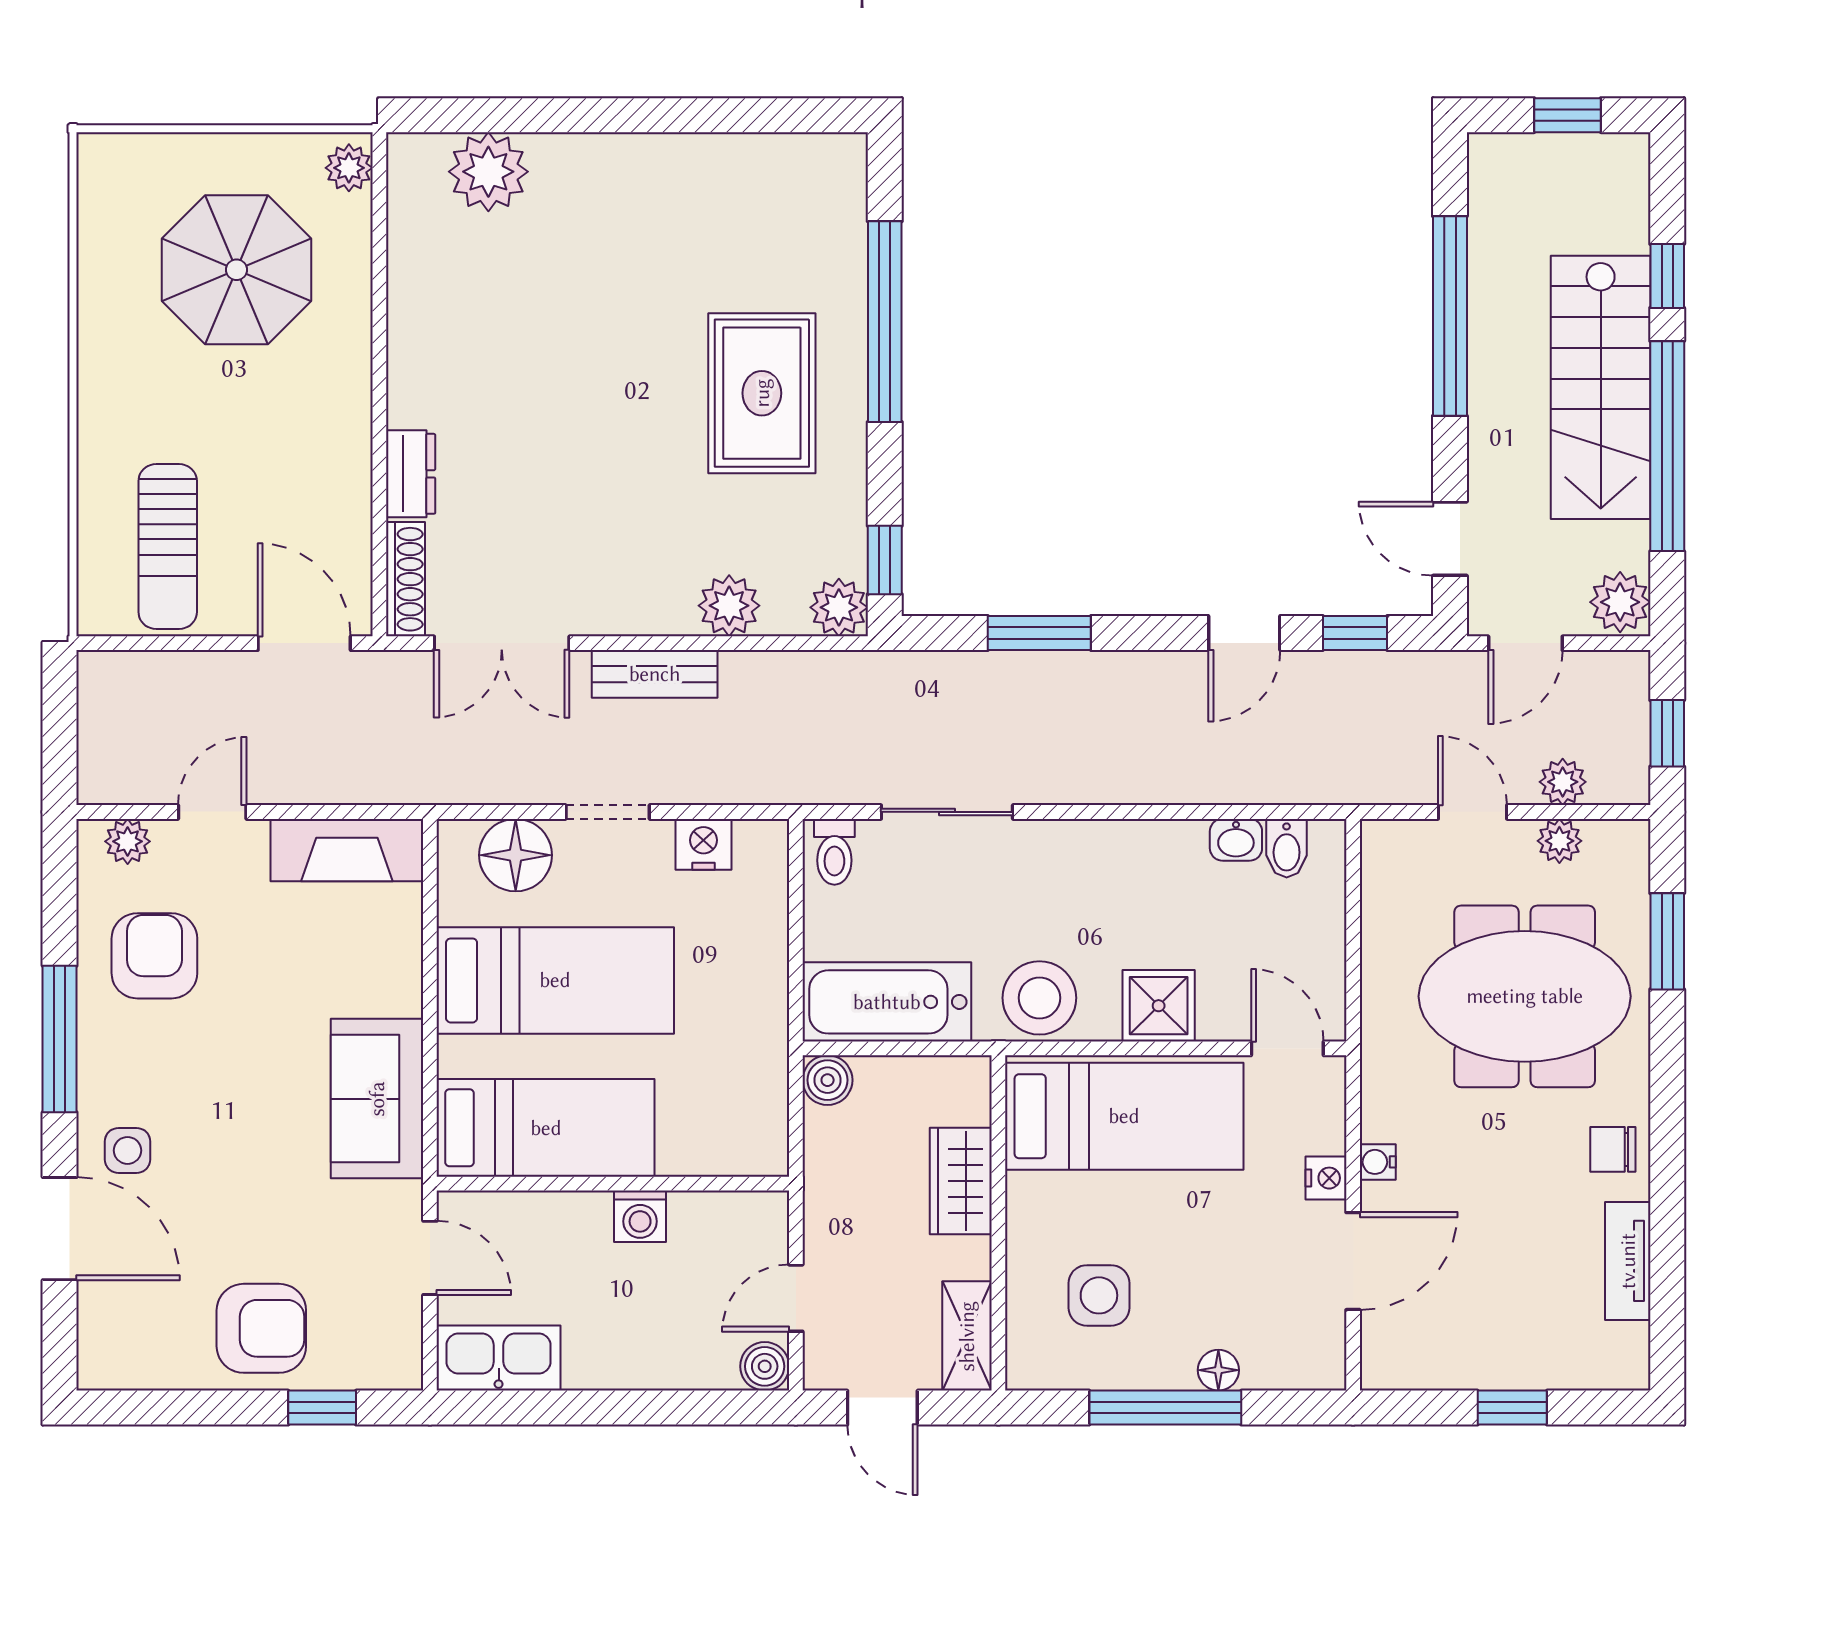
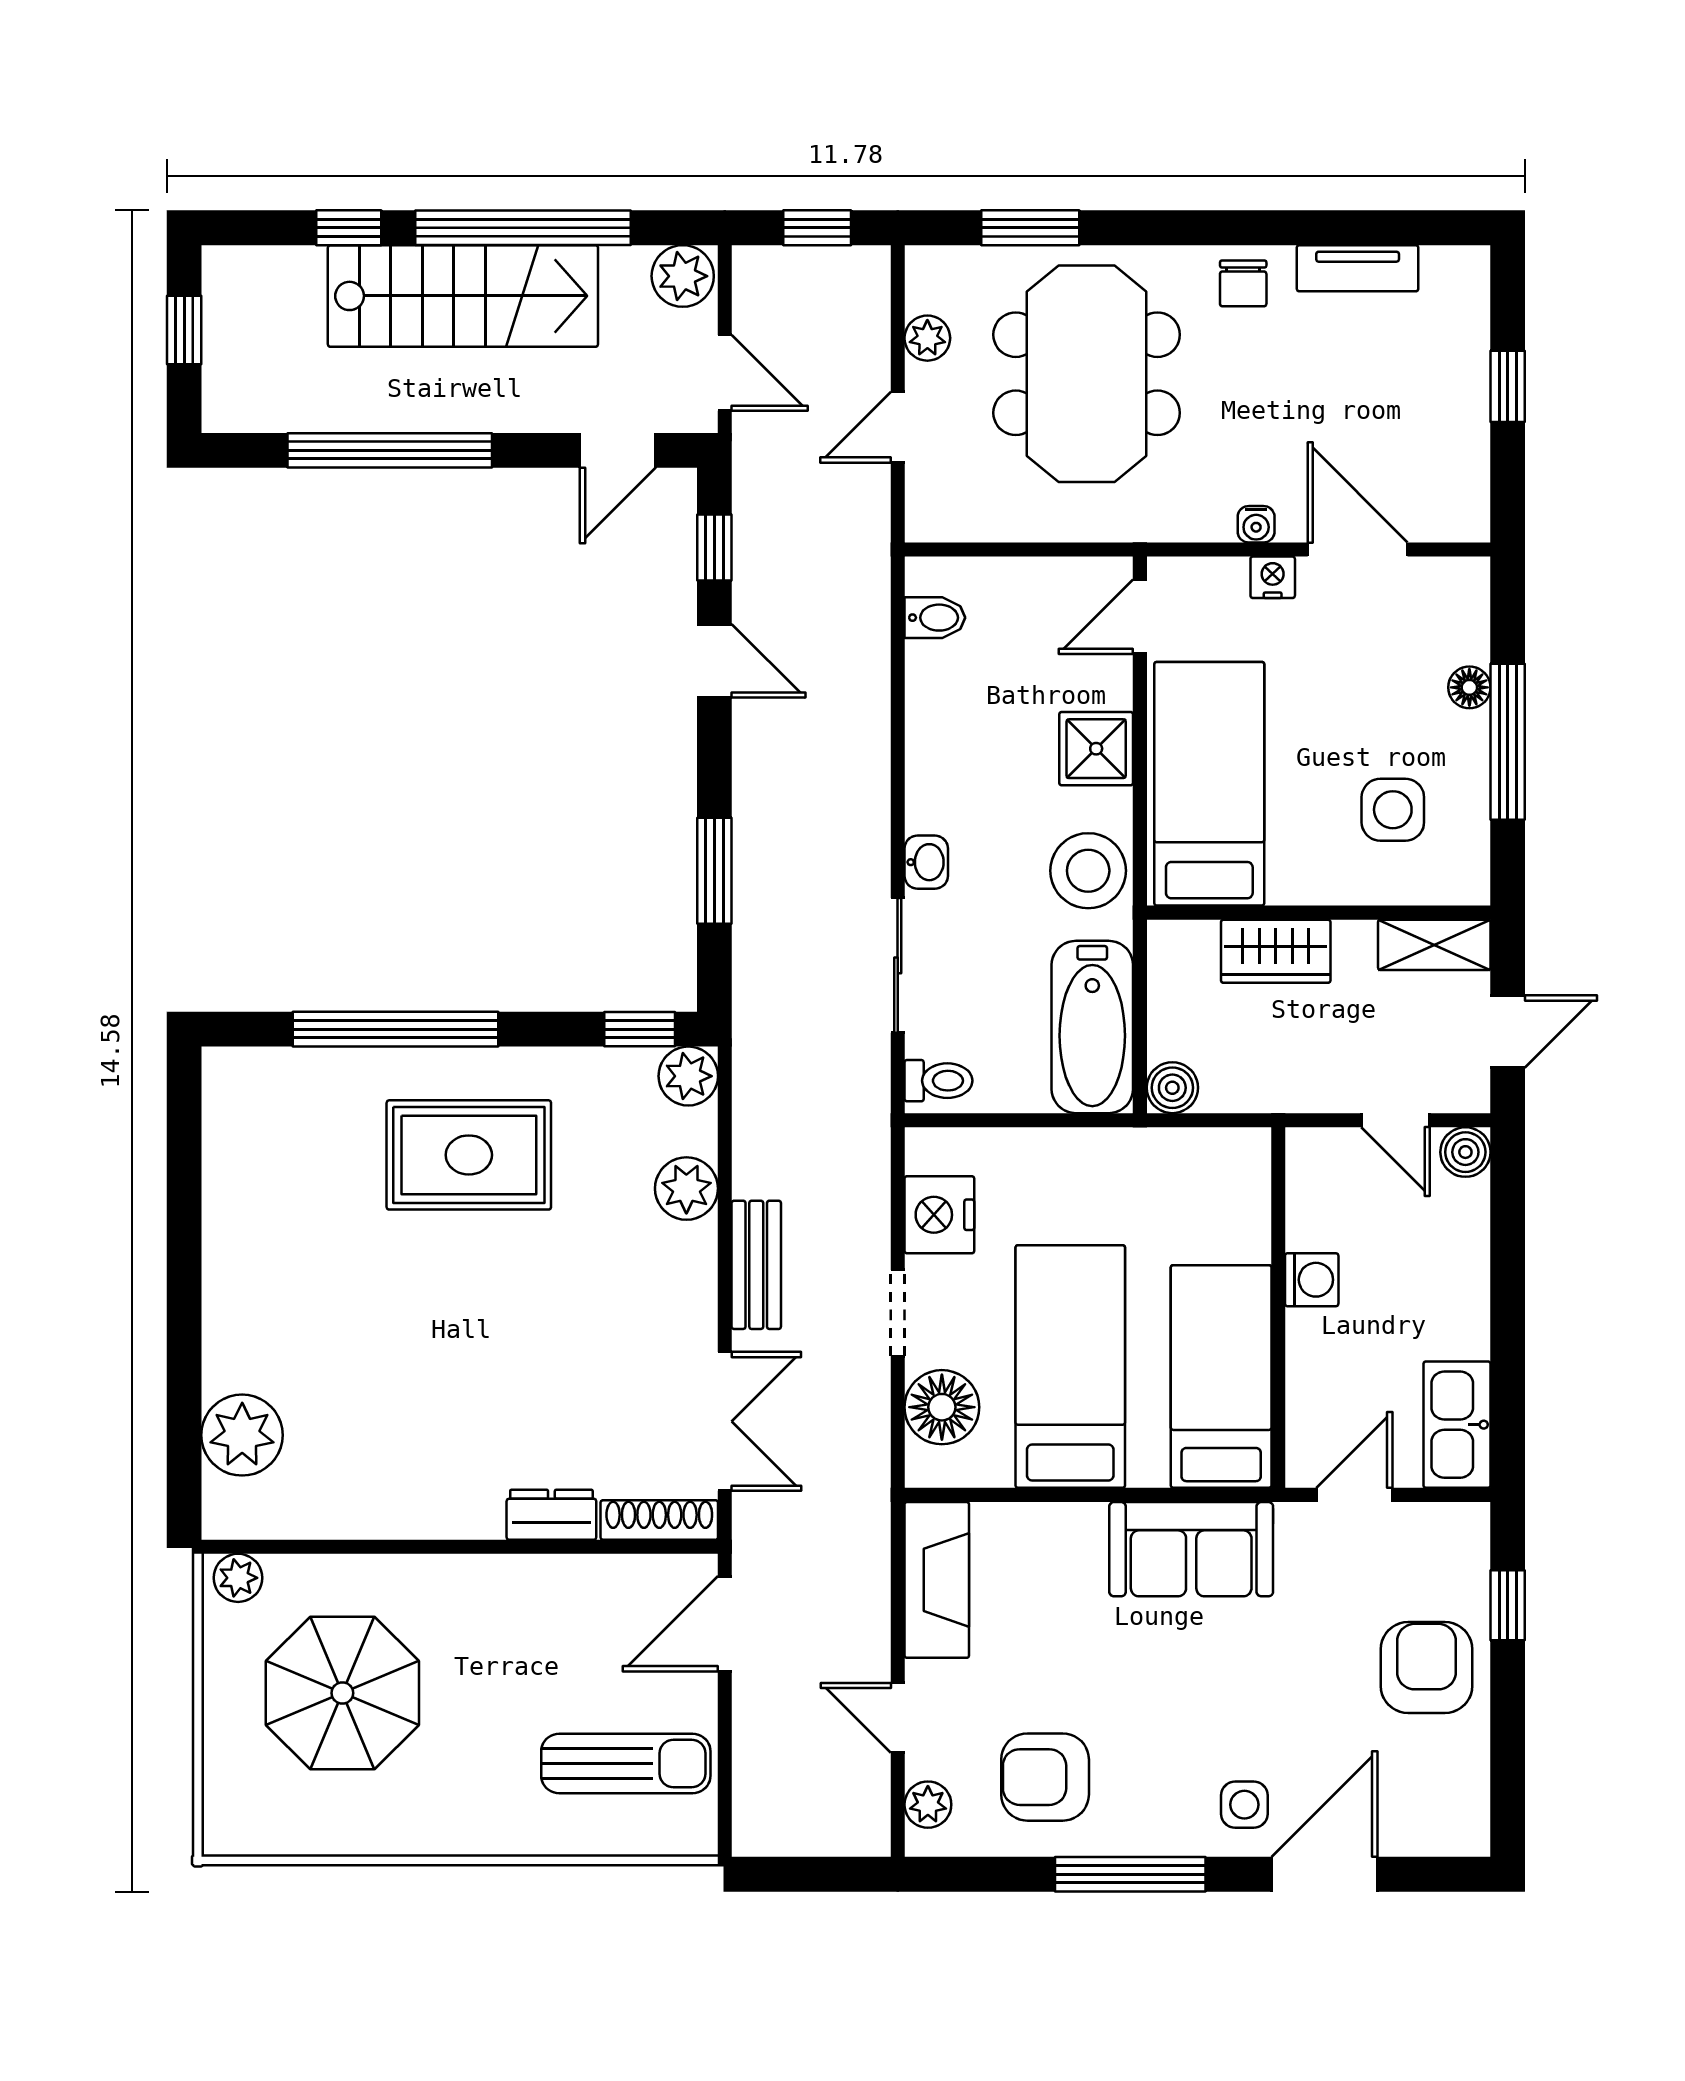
plant: (1563, 782) -> (867, 335), removed
washbasin: (1236, 840) -> (926, 862), moved
nightstand: (703, 844) -> (939, 1215), width x1.36, depth x1.33

